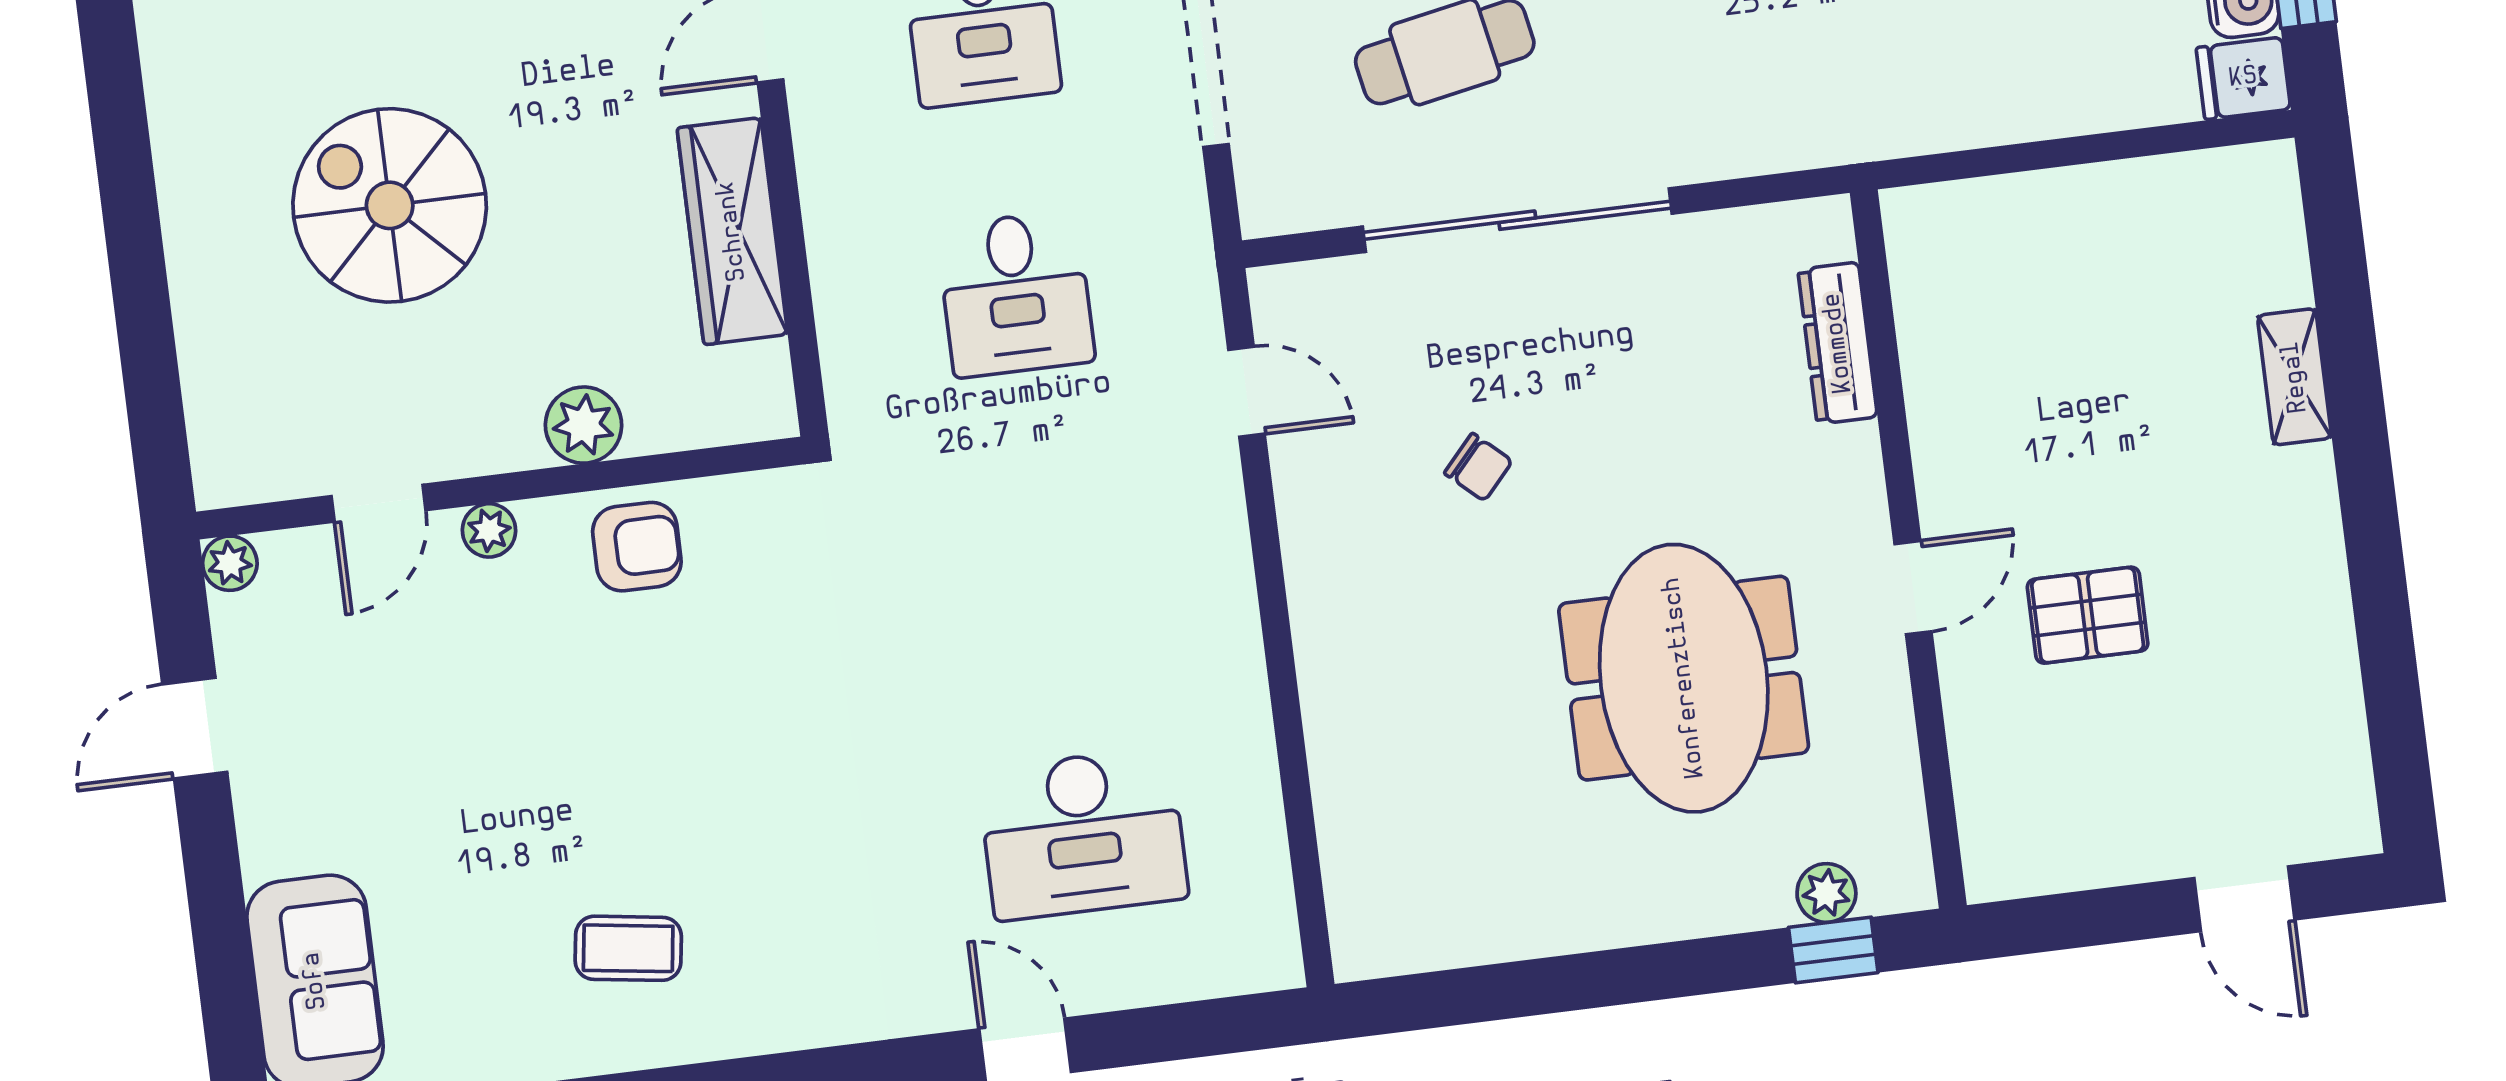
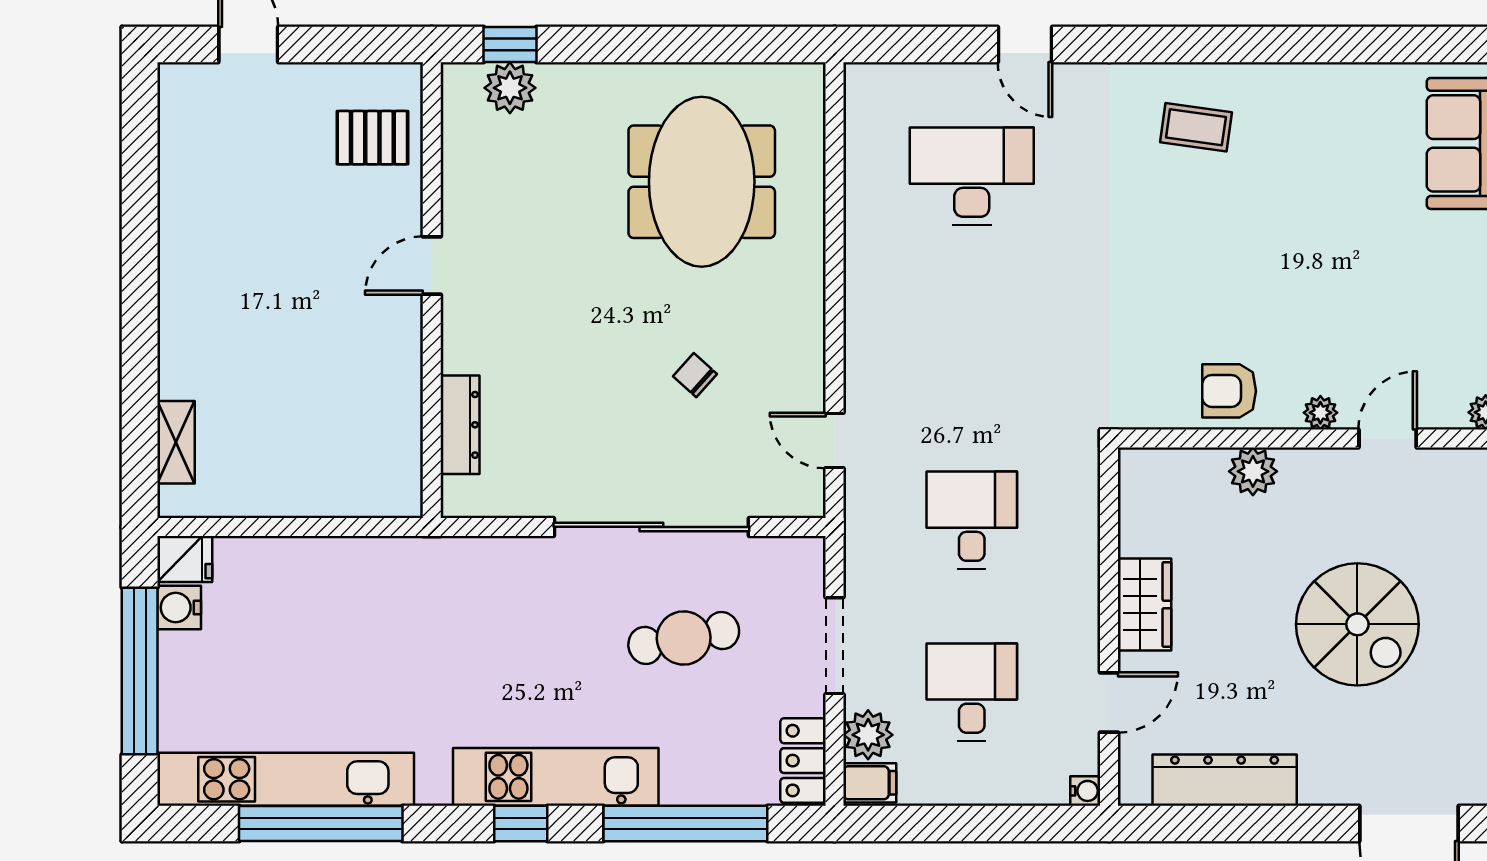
wardrobe: (732, 231) -> (1145, 604), width x0.67
shelving: (2295, 377) -> (176, 442), moved
pallet: (2088, 615) -> (372, 138), moved
meeting table: (1684, 678) -> (702, 182), moved
plant: (1826, 893) -> (510, 88), width x1.38, depth x1.38
coffee table: (628, 948) -> (1196, 127), moved

